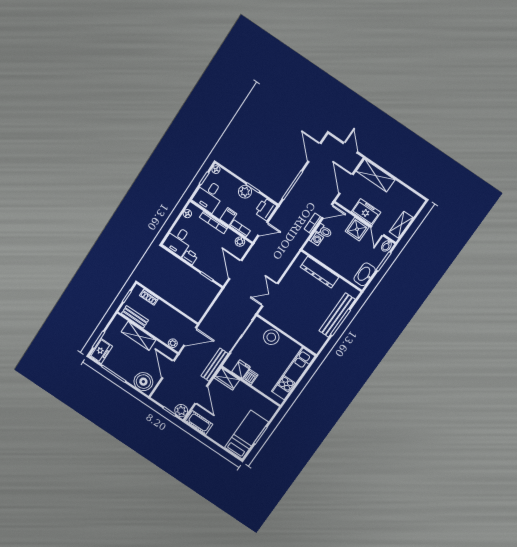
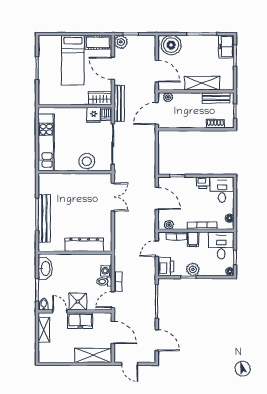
dishwasher: (250, 377) -> (106, 114), moved
bed: (246, 435) -> (73, 60), moved

